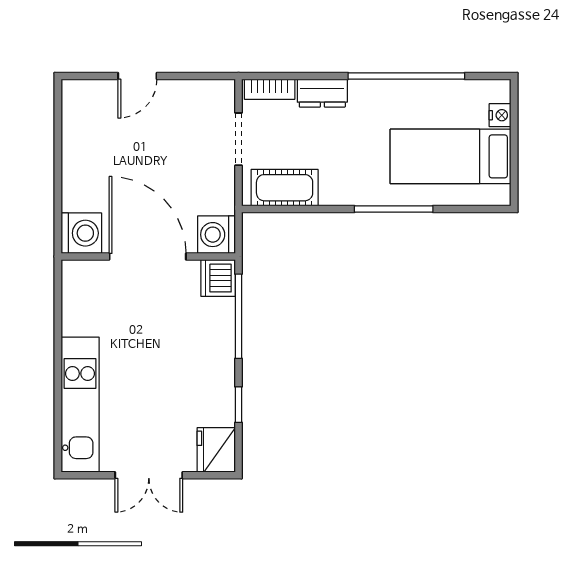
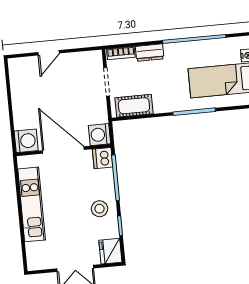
stool: (204, 370) -> (100, 209), added
kitchen unit: (80, 405) -> (32, 204), moved

